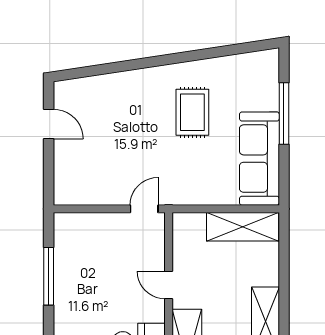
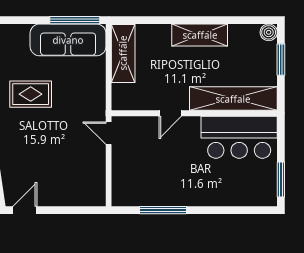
window: (284, 113) -> (75, 20), moved
door: (49, 124) -> (25, 210), moved

